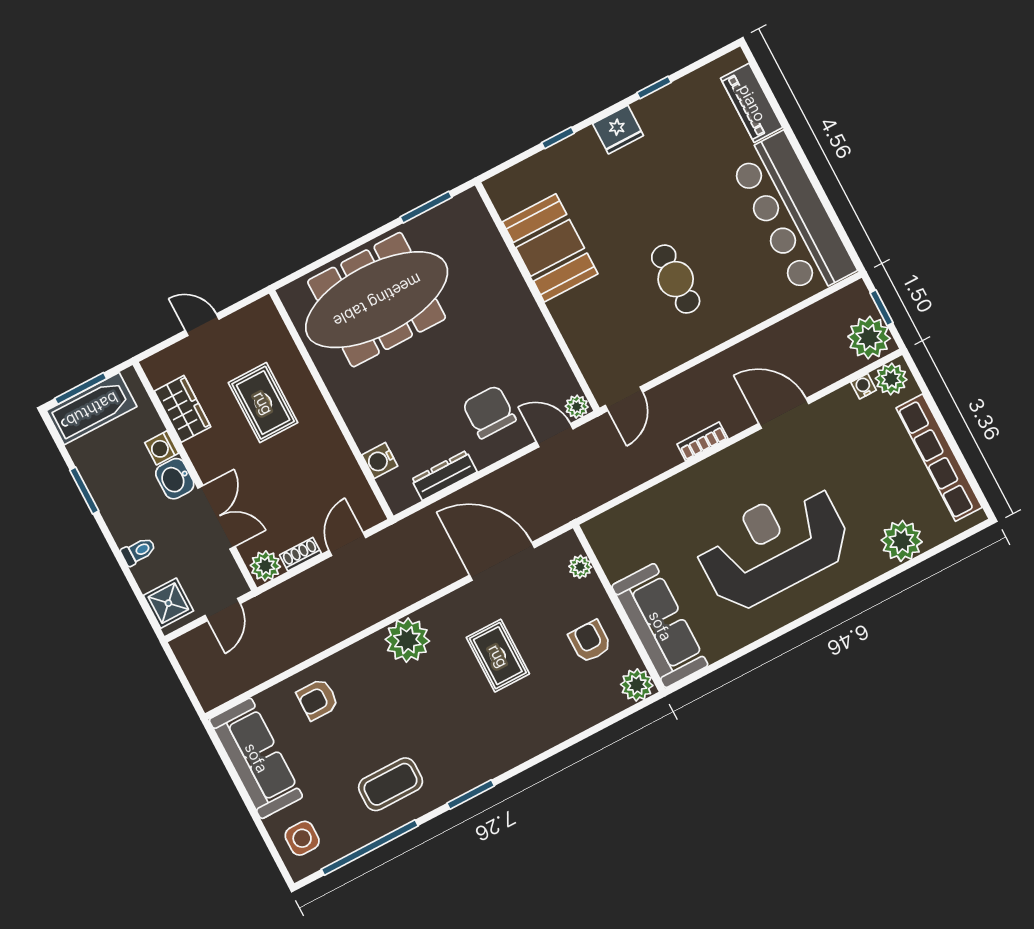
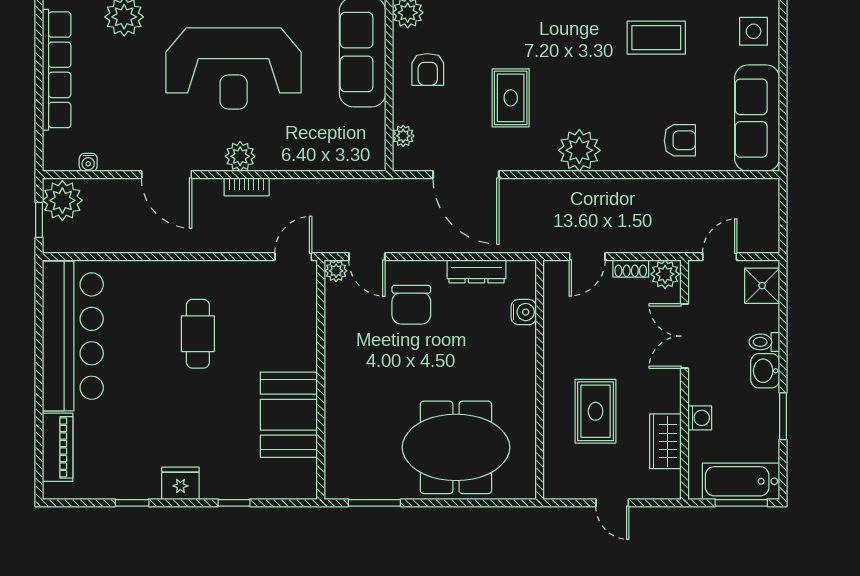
meeting table: (377, 300) -> (456, 447), width x0.73
plant: (891, 379) -> (240, 156), moved
washbasin: (175, 479) -> (765, 371), moved, turned 180

